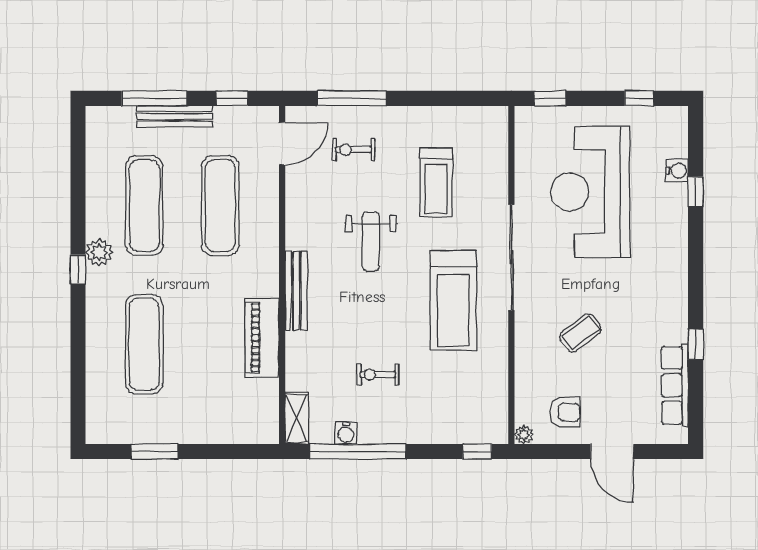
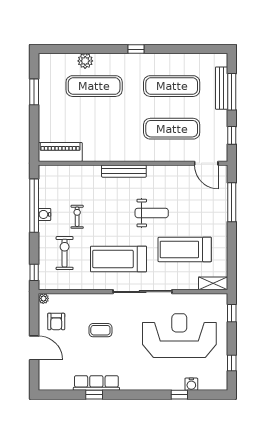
bench: (175, 116) -> (222, 88), moved
exercise bike: (354, 150) -> (65, 253), moved, width x1.38, depth x1.39
treadmill: (436, 182) -> (185, 249), width x1.37, depth x1.38
weight bench: (371, 241) -> (152, 213), turned 180
plant: (99, 252) -> (85, 61), moved
coffee table: (580, 333) -> (100, 330), turned -53
piano: (262, 338) -> (60, 152), moved
row of seats: (675, 385) -> (96, 383), moved
shelving: (297, 418) -> (213, 283), moved
water cooler: (346, 433) -> (44, 214), moved
door: (612, 451) -> (34, 348), swing flipped

